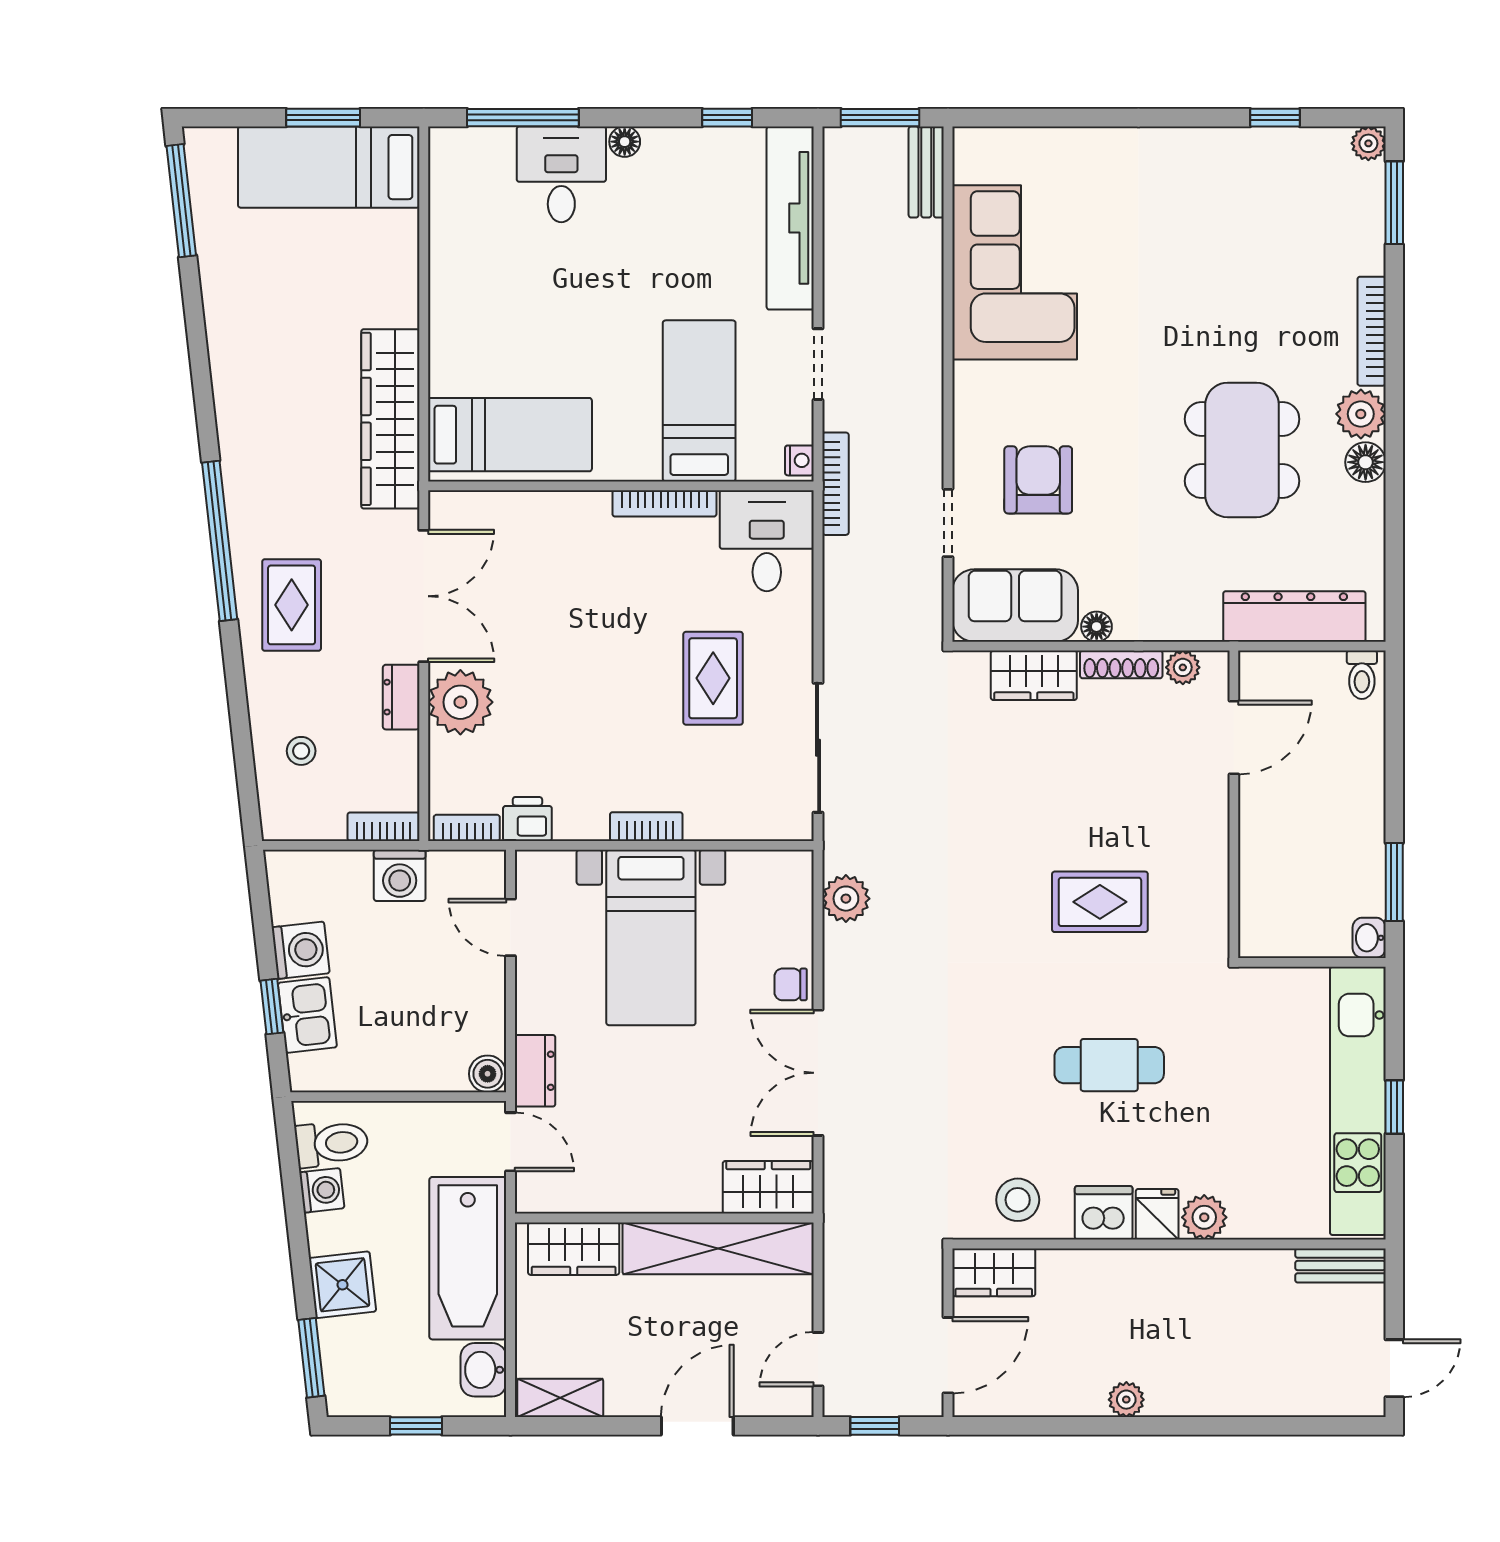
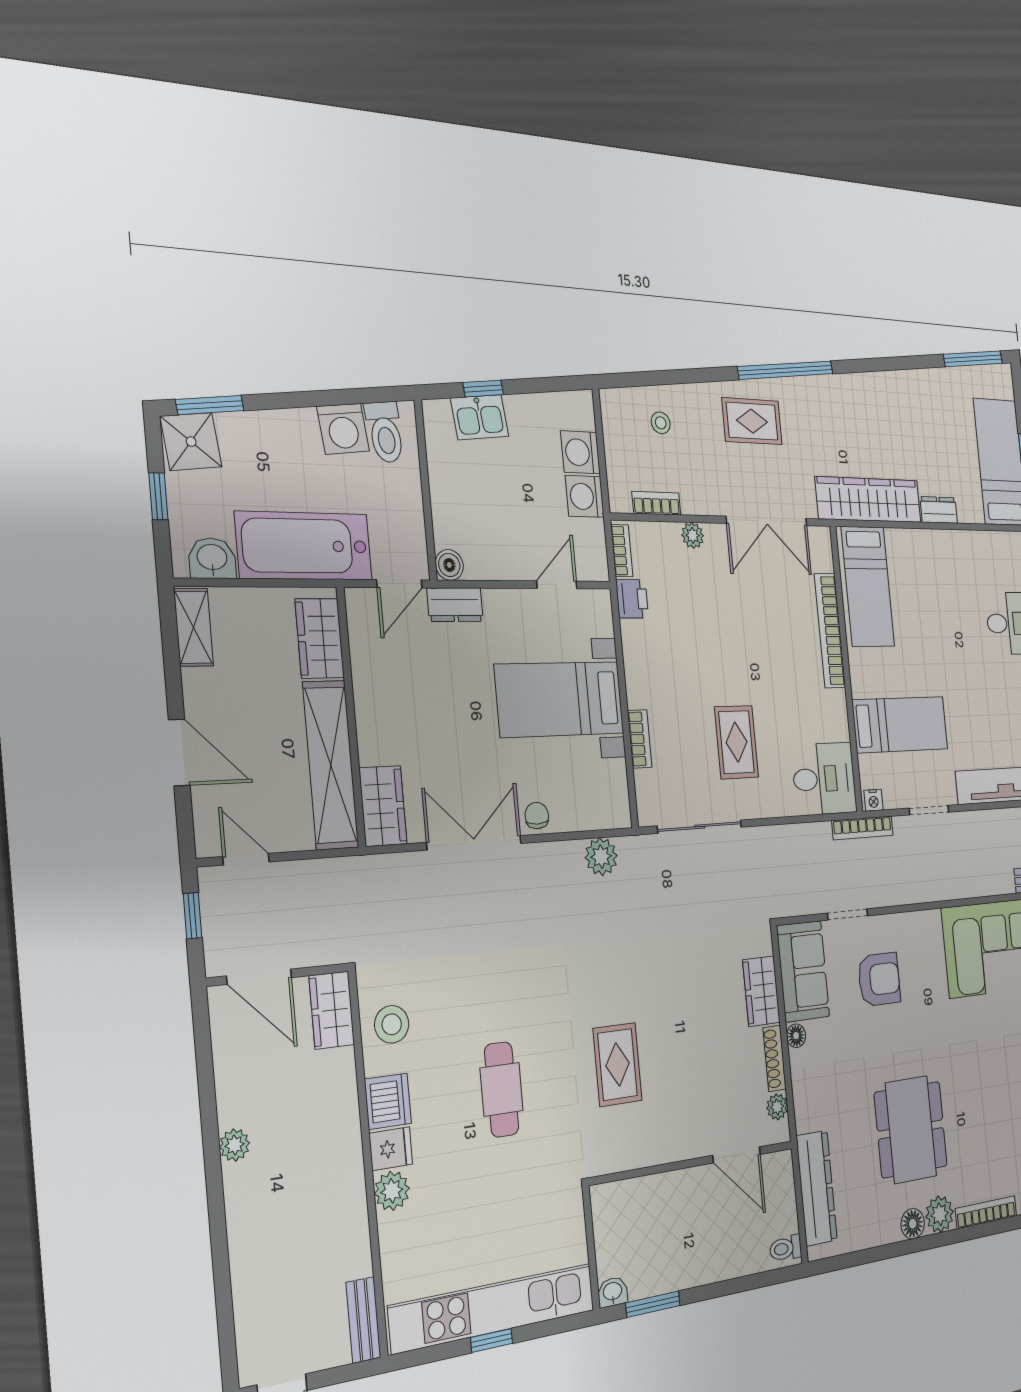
dining table: (1242, 450) -> (911, 1129), turned 90
bookcase: (664, 503) -> (830, 631), moved, width x1.48, depth x1.31
rug: (713, 678) -> (737, 742), turned 90
dresser: (401, 697) -> (939, 510), moved
plant: (460, 702) -> (693, 535), width x0.53, depth x0.53
bookcase: (384, 827) -> (656, 503), moved, turned -90
bookcase: (646, 827) -> (640, 739), moved
washing machine: (301, 950) -> (580, 452), moved, turned 96
washing machine: (322, 1190) -> (343, 429), width x1.38, depth x1.38
shower: (343, 1285) -> (191, 442), moved

